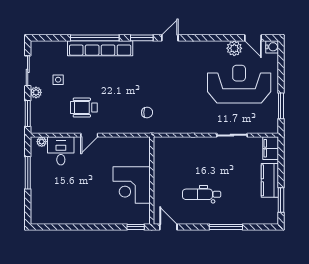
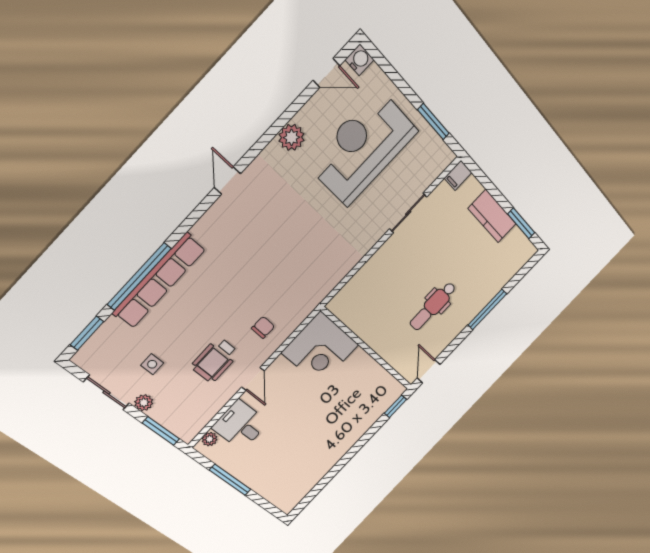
window: (142, 38) -> (87, 333), moved
plant: (234, 48) -> (292, 137), moved
chair: (147, 112) -> (263, 327), moved
filing cabinet: (271, 148) -> (458, 175), width x0.50
corner desk: (132, 185) -> (320, 349), moved
door: (168, 227) -> (429, 371), hinge flipped

